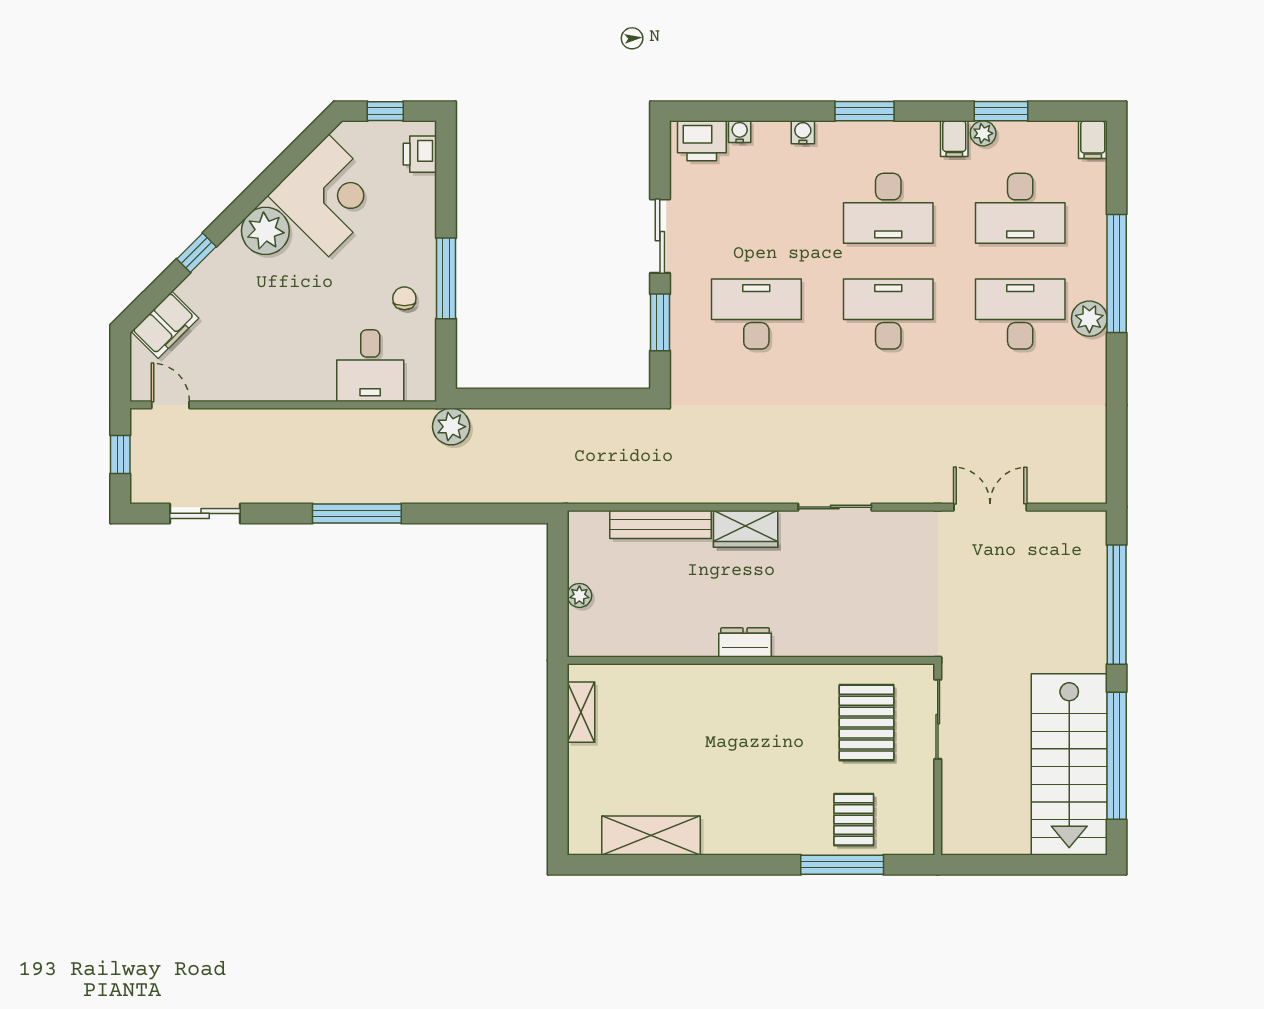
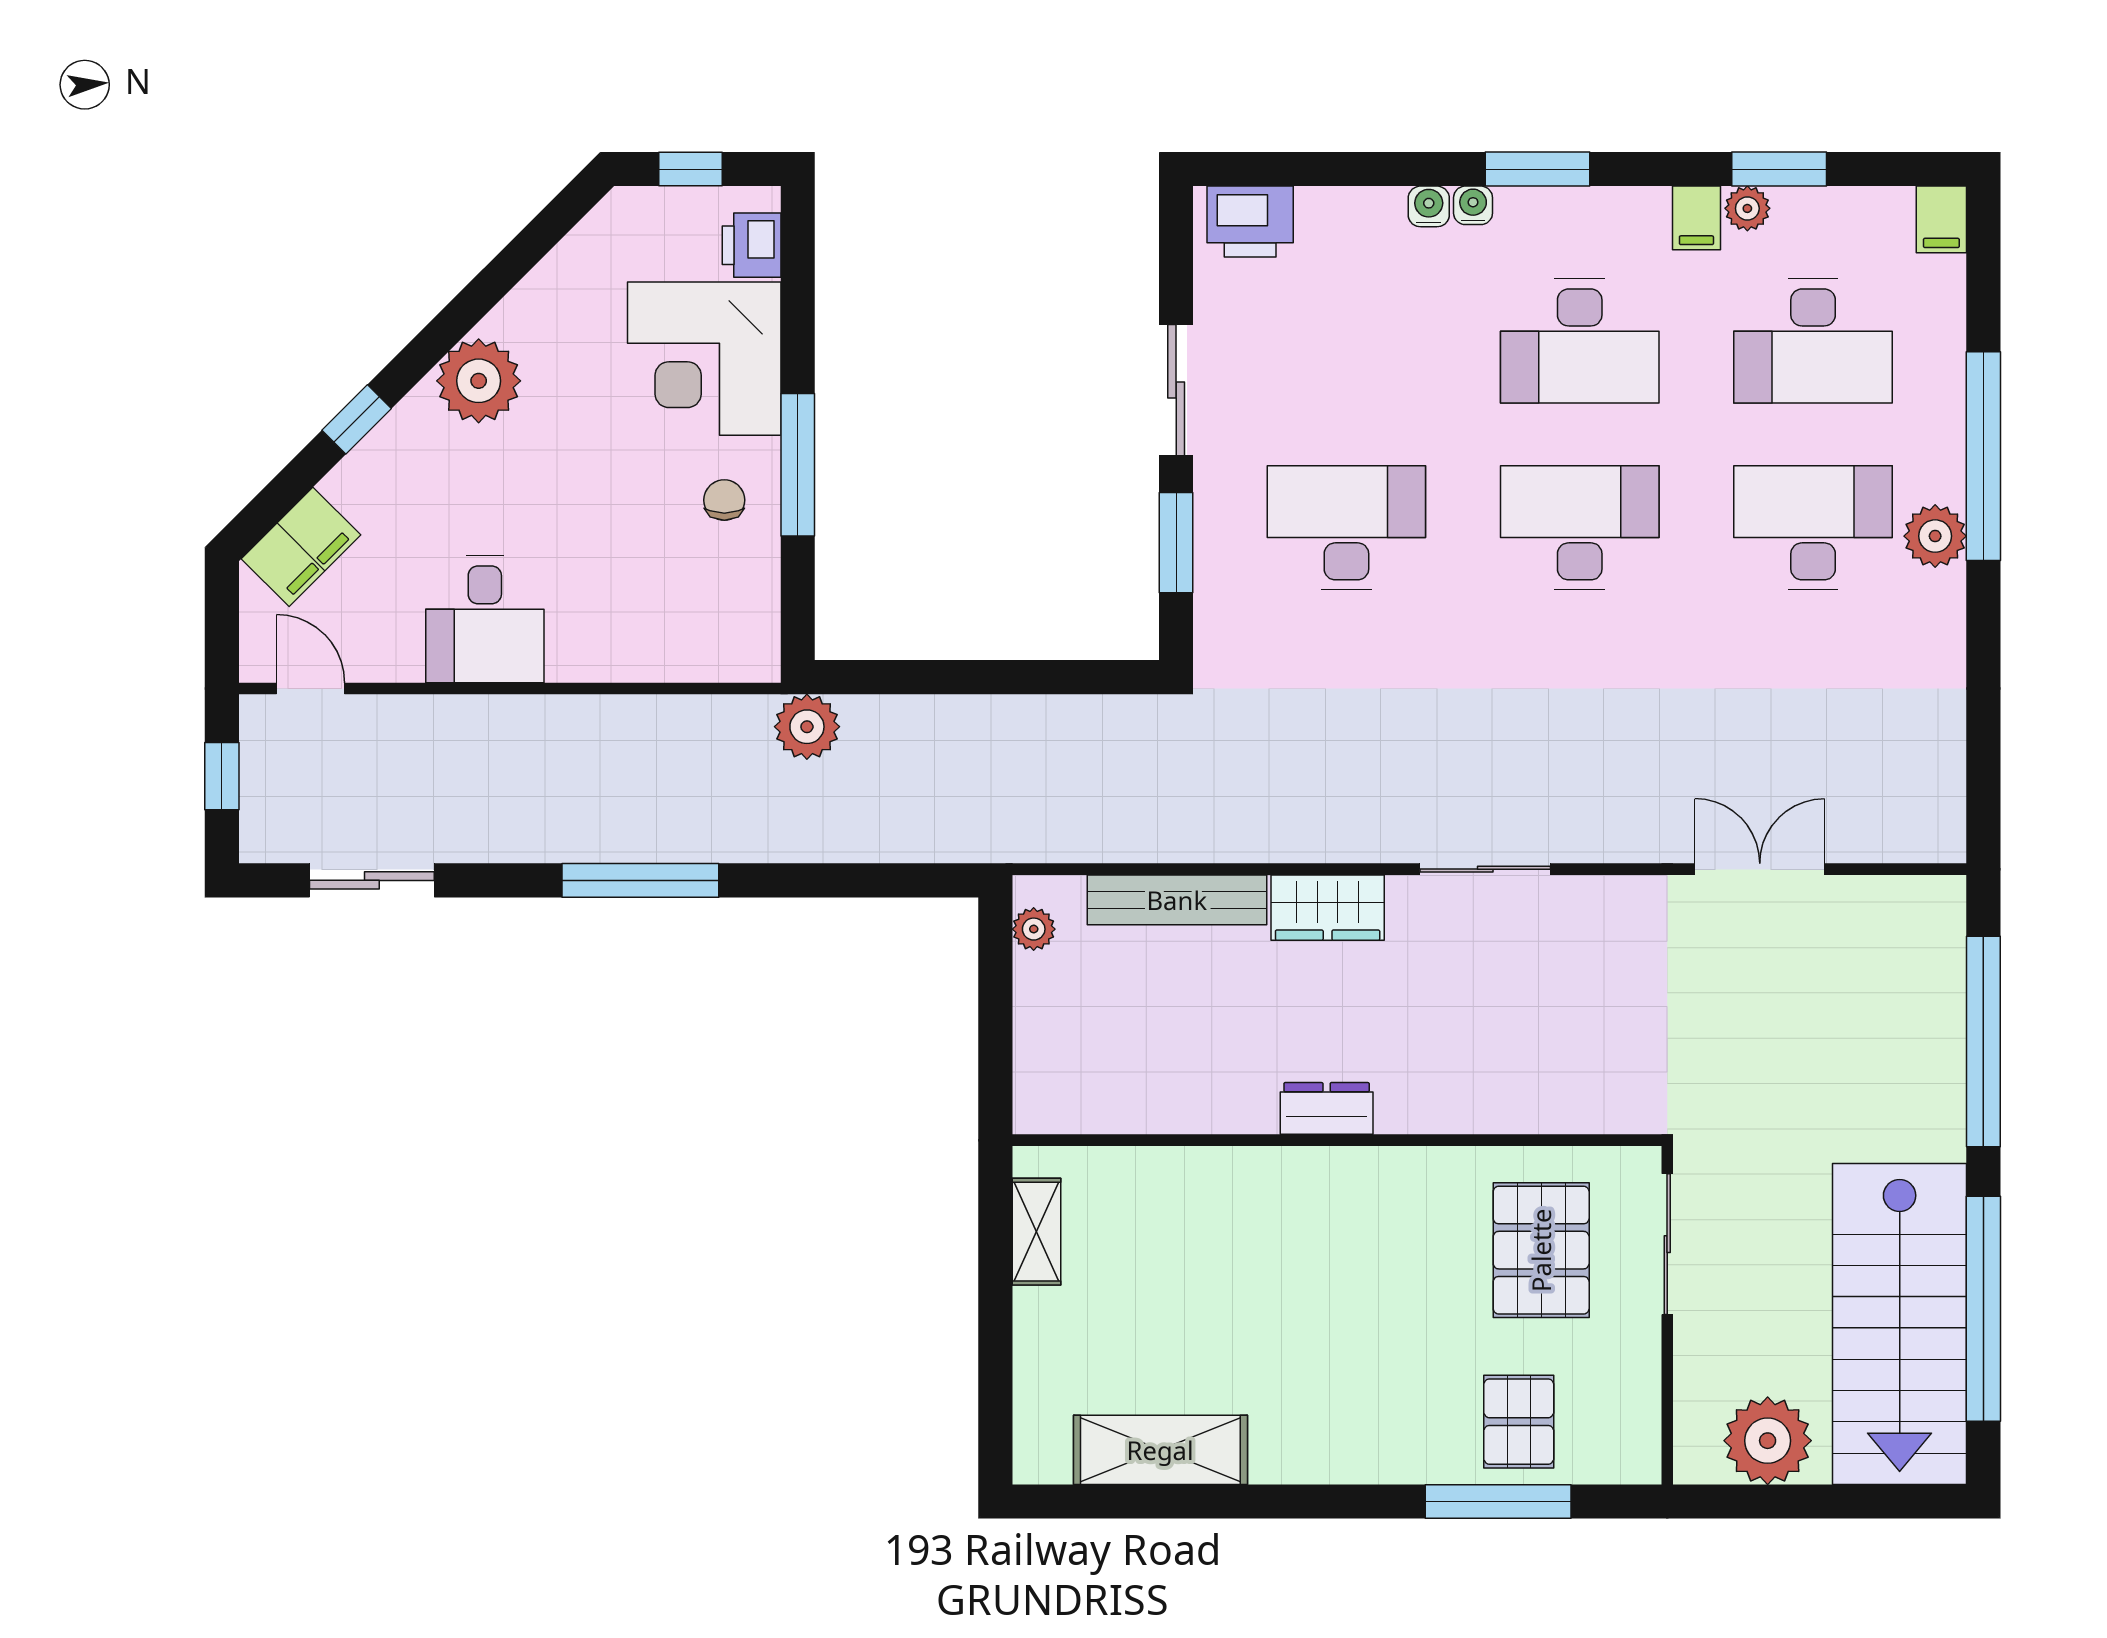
water cooler: (740, 132) -> (1473, 205), moved
corner desk: (329, 195) -> (704, 359), moved, turned 135
desk: (370, 366) -> (485, 619), moved
plant: (579, 595) -> (1034, 929), moved
plant: (995, 830) -> (1768, 1441), added

